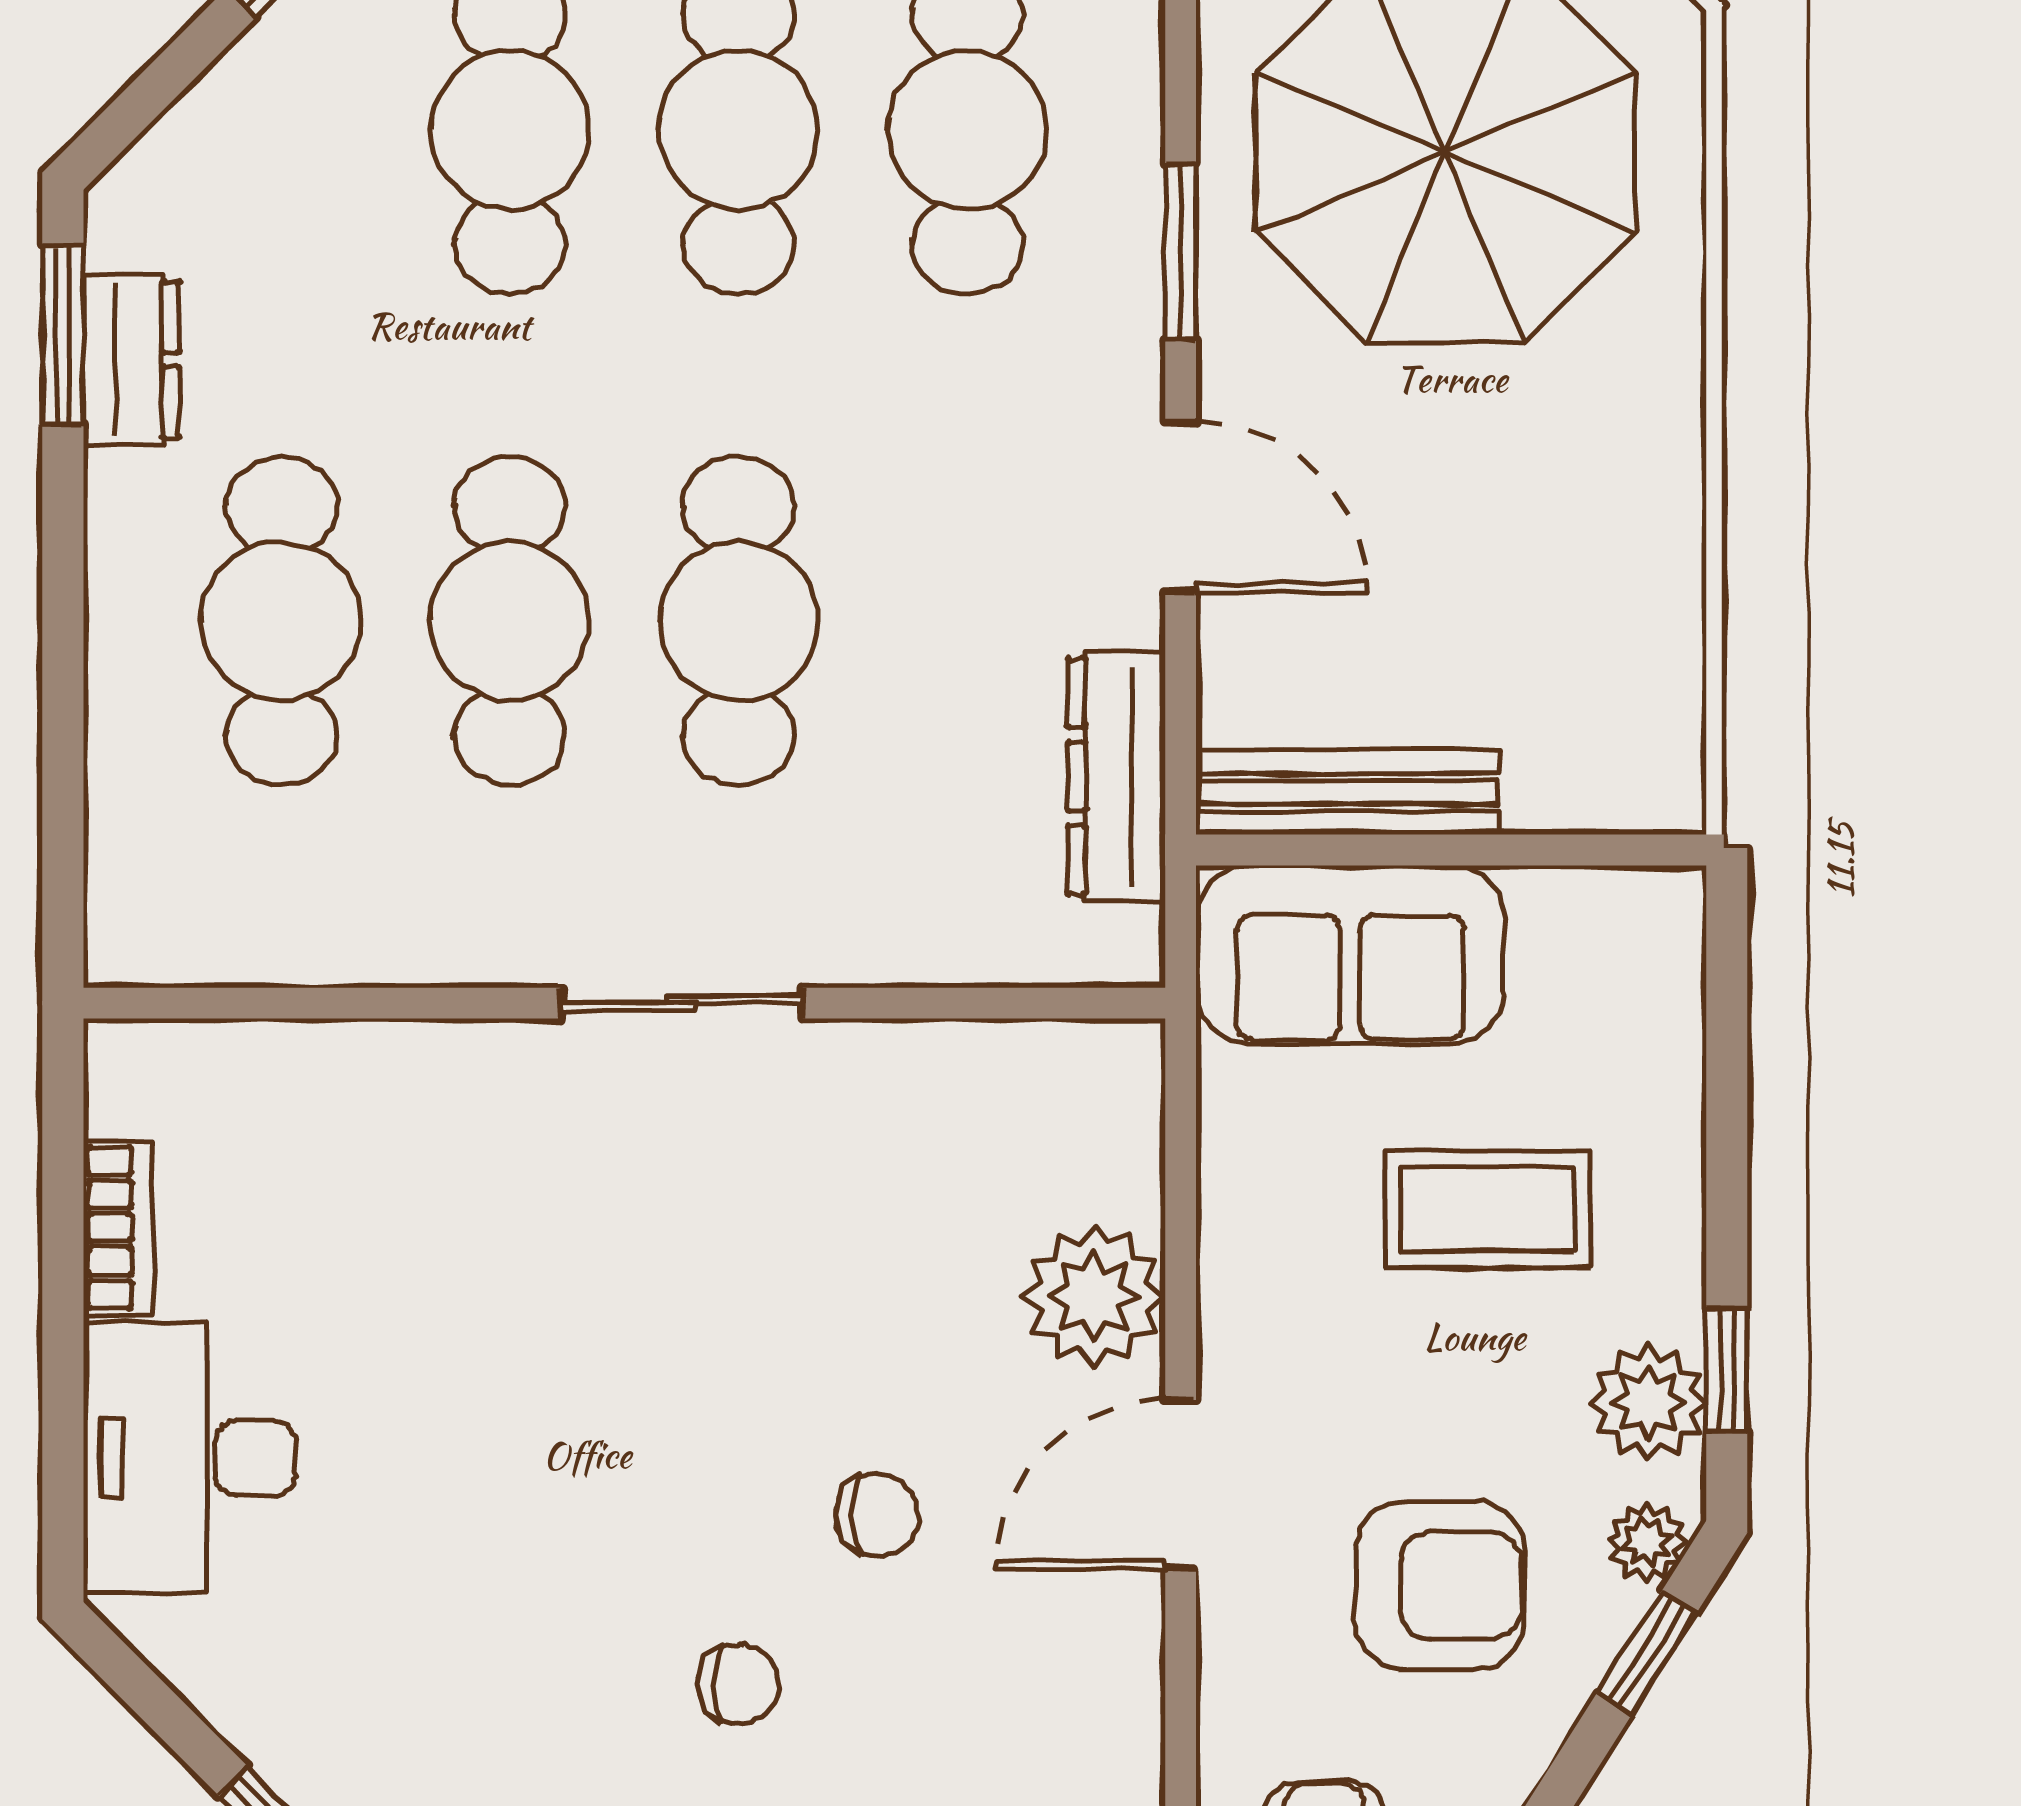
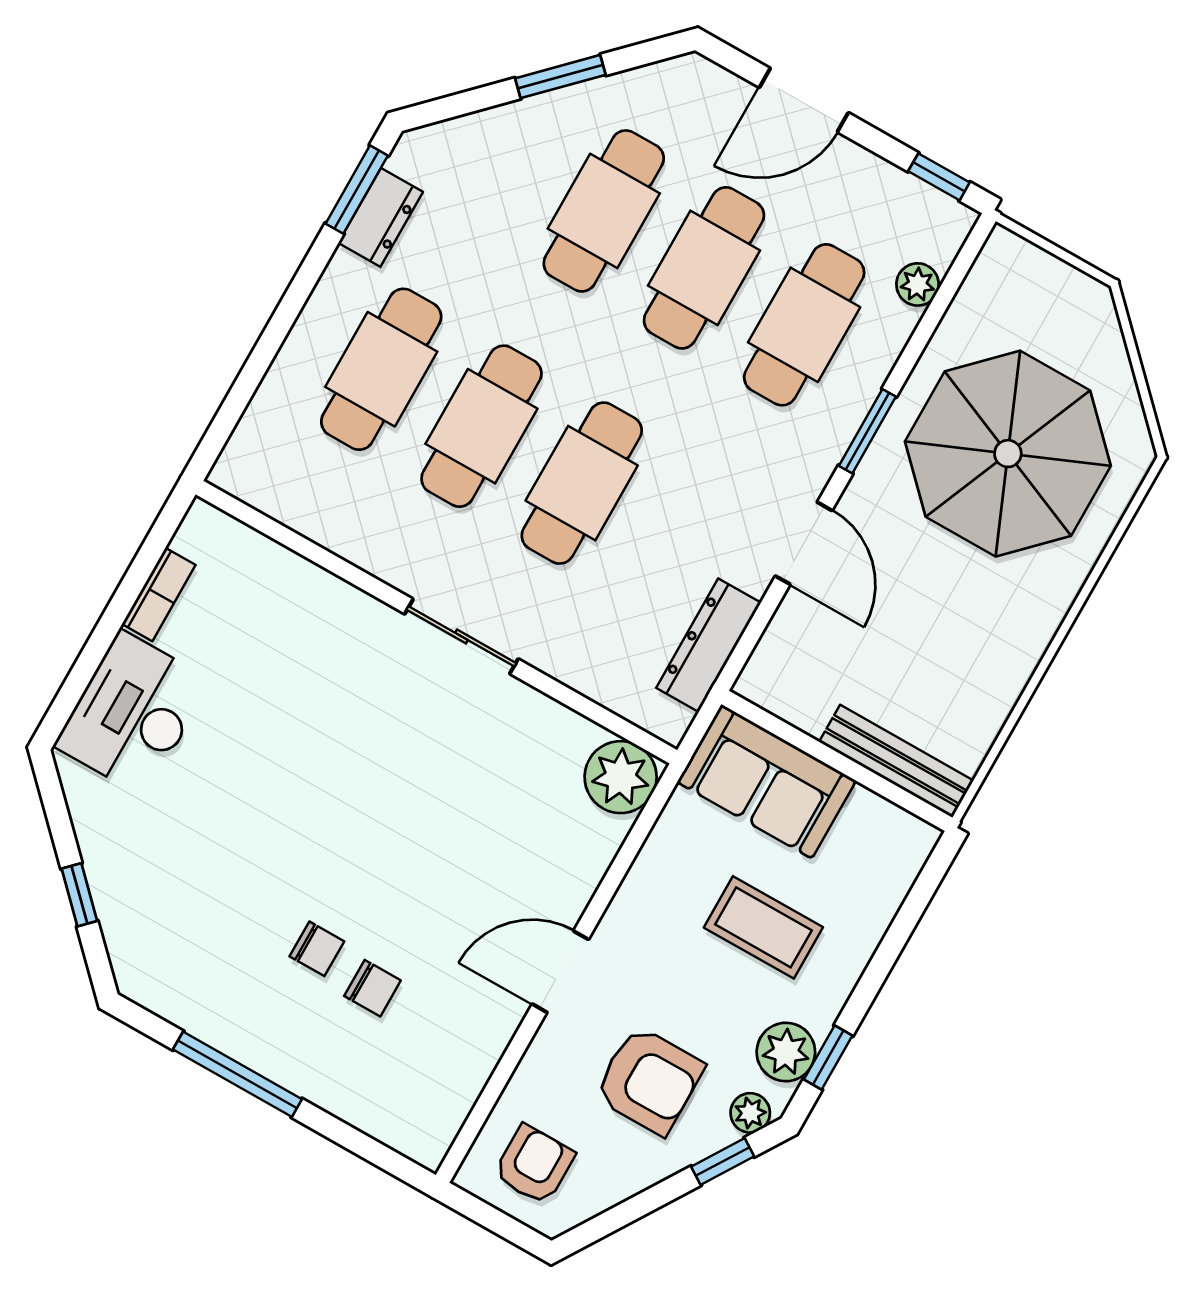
bench: (1347, 792) -> (896, 761), moved
plant: (1094, 1296) -> (621, 777), moved
chair: (877, 1515) -> (372, 988), moved

